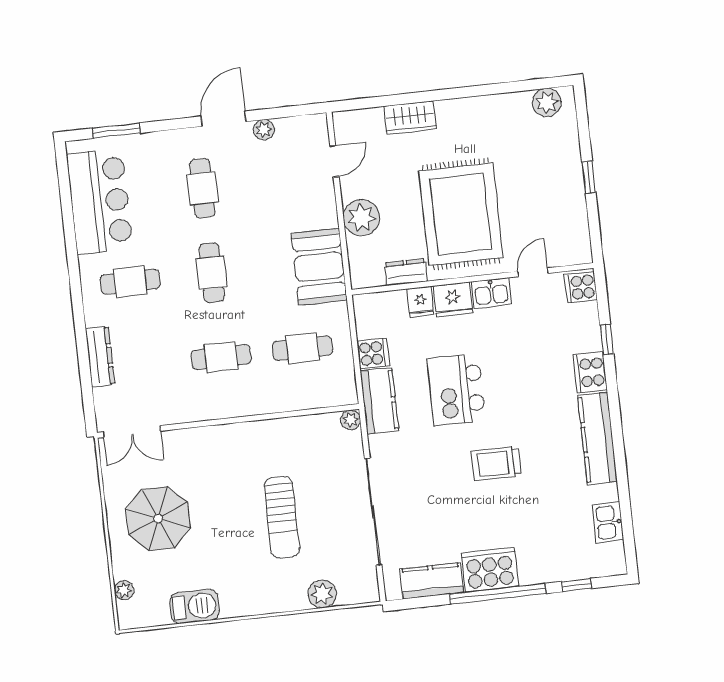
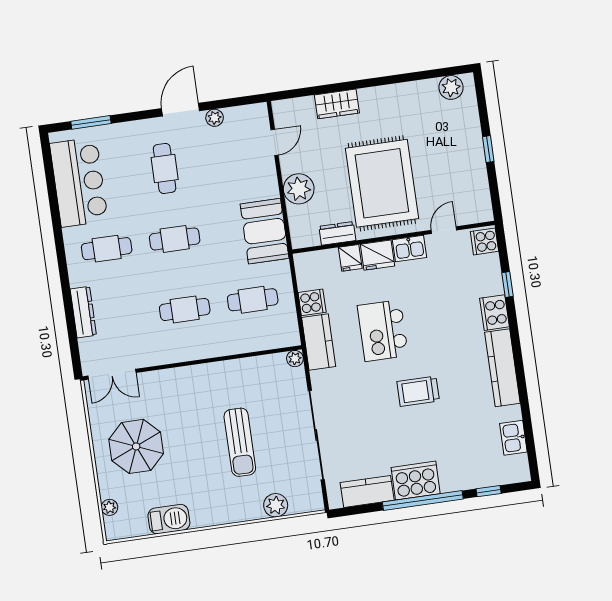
cafe table: (212, 273) -> (175, 239), turned 90

